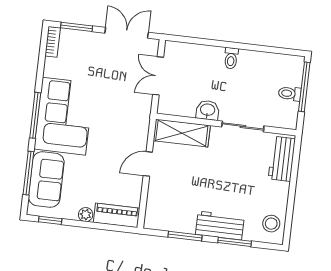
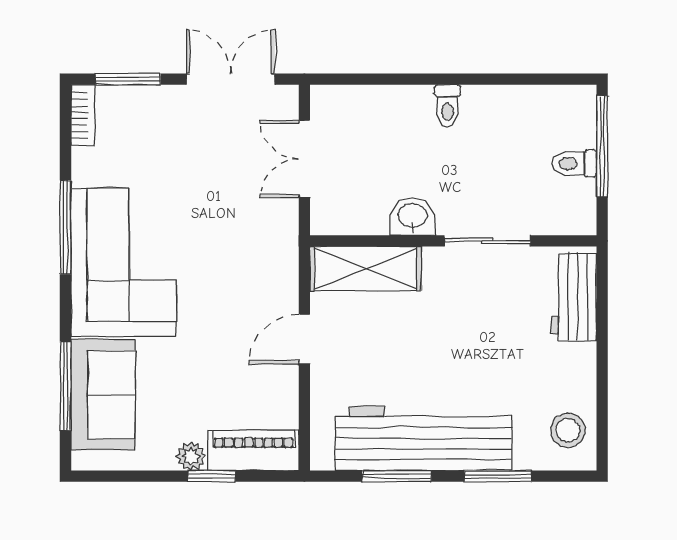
window: (35, 115) -> (66, 227), moved
window: (50, 220) -> (212, 476), moved
workbench: (220, 225) -> (423, 438), width x1.88, depth x1.32

